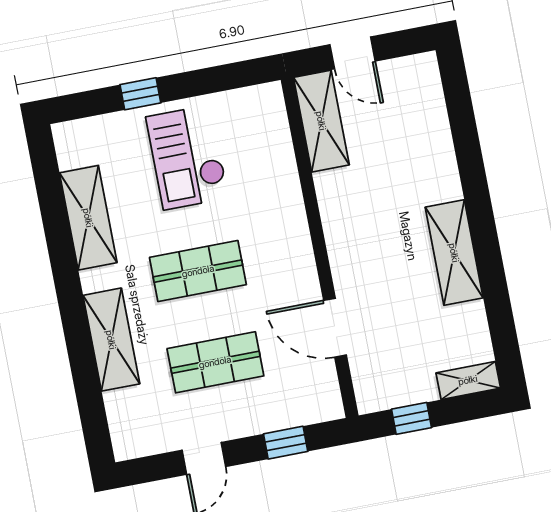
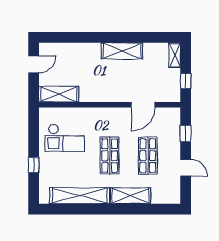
door: (353, 53) -> (34, 64), moved
checkout: (187, 157) -> (65, 138), moved
shelving: (88, 218) -> (80, 196), width x1.47

